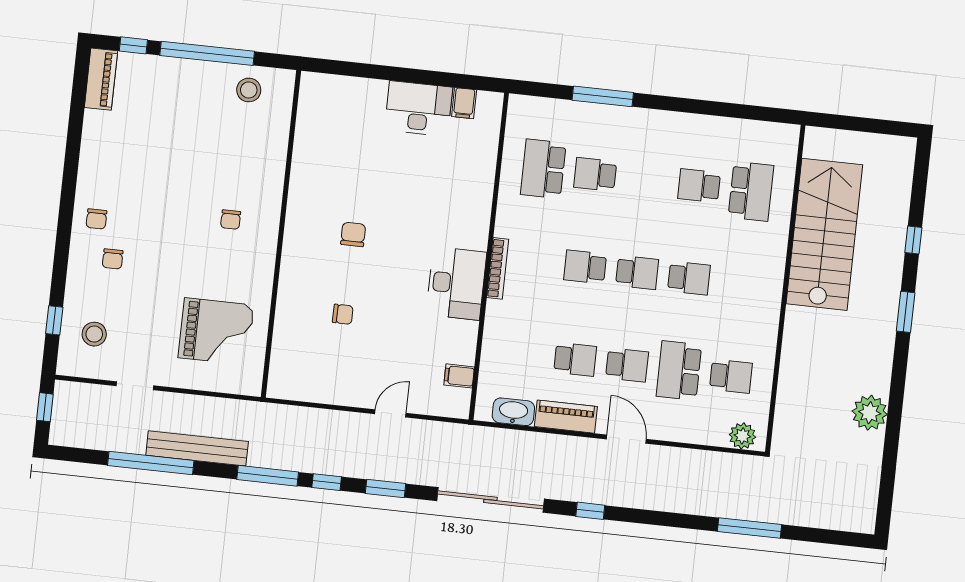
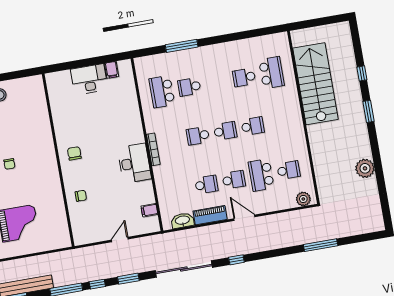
wall: (281, 234) -> (58, 160), moved

